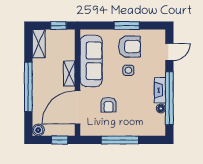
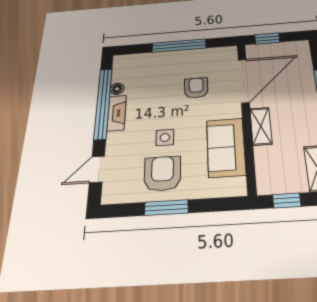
armchair: (129, 47) -> (162, 173), turned 90
sofa: (91, 61) -> (226, 147), width x0.73
boiler: (38, 130) -> (301, 48), removed

